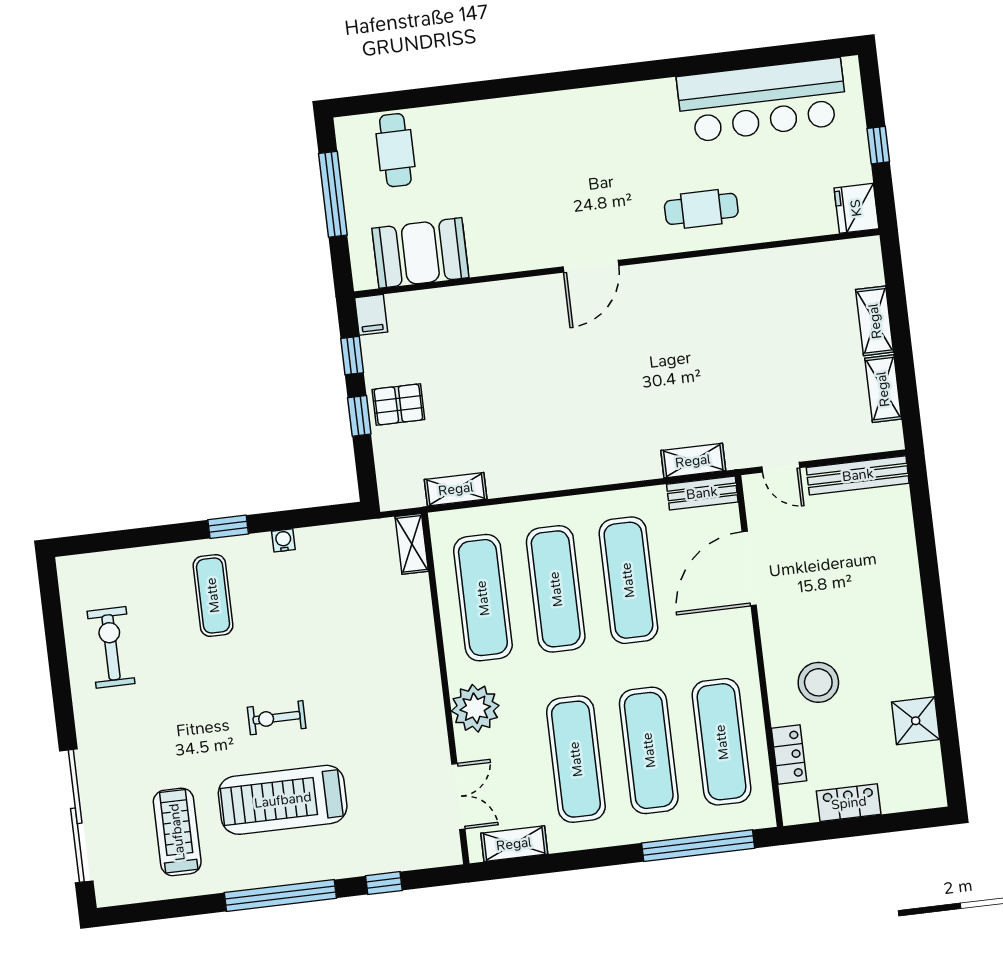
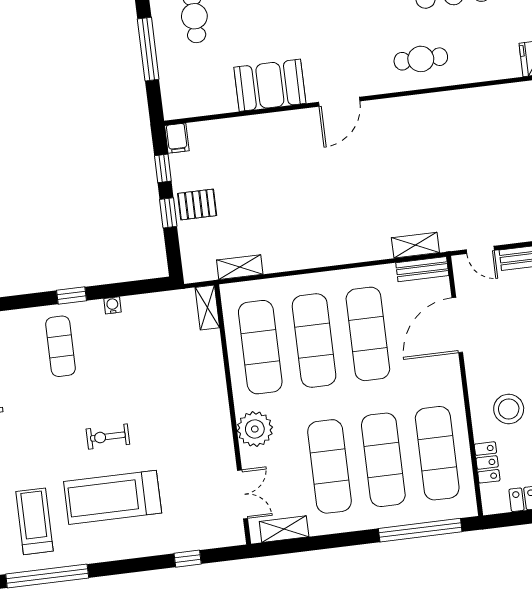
booth: (420, 253) -> (270, 85), moved
window: (280, 895) -> (47, 576), moved

